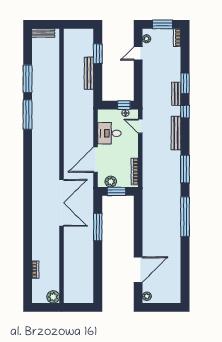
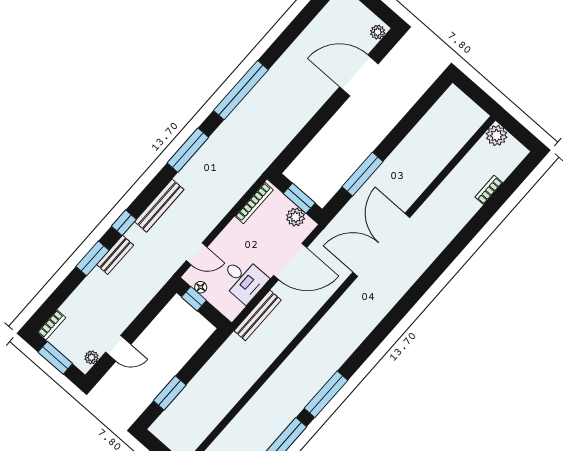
bench: (89, 73) -> (258, 315), moved
door: (140, 126) -> (197, 254), hinge flipped

